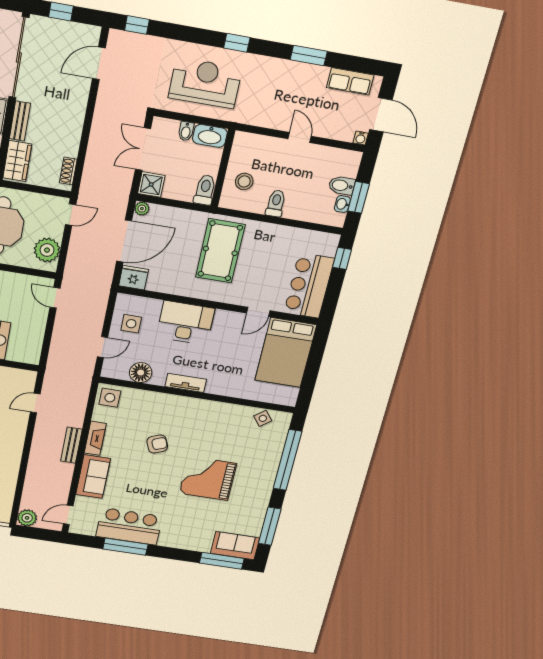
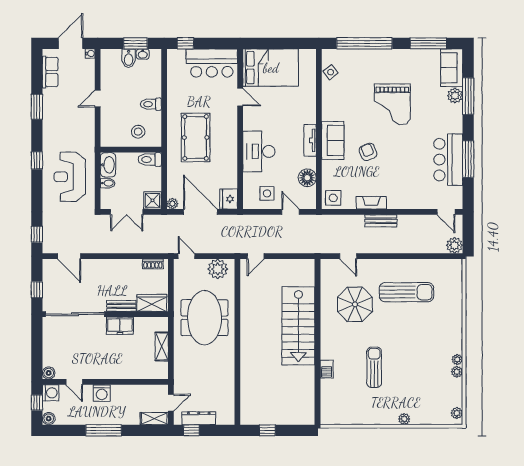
pool table: (220, 251) -> (196, 137), turned 90
sofa: (93, 477) -> (333, 140), moved, turned 90
plant: (202, 544) -> (455, 96), added
window: (222, 561) -> (468, 96), moved

